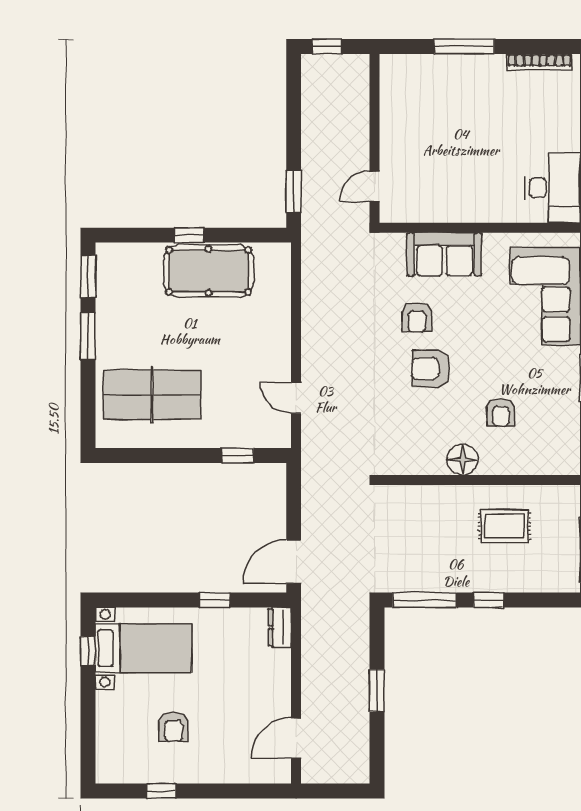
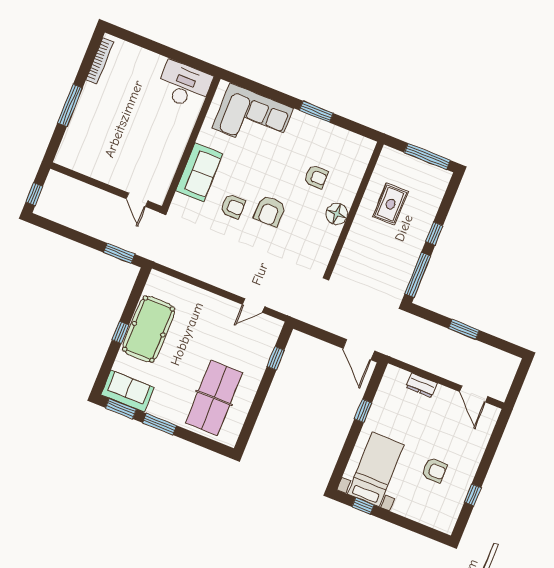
sofa: (115, 276) -> (127, 391), added
dresser: (280, 627) -> (422, 385), moved

